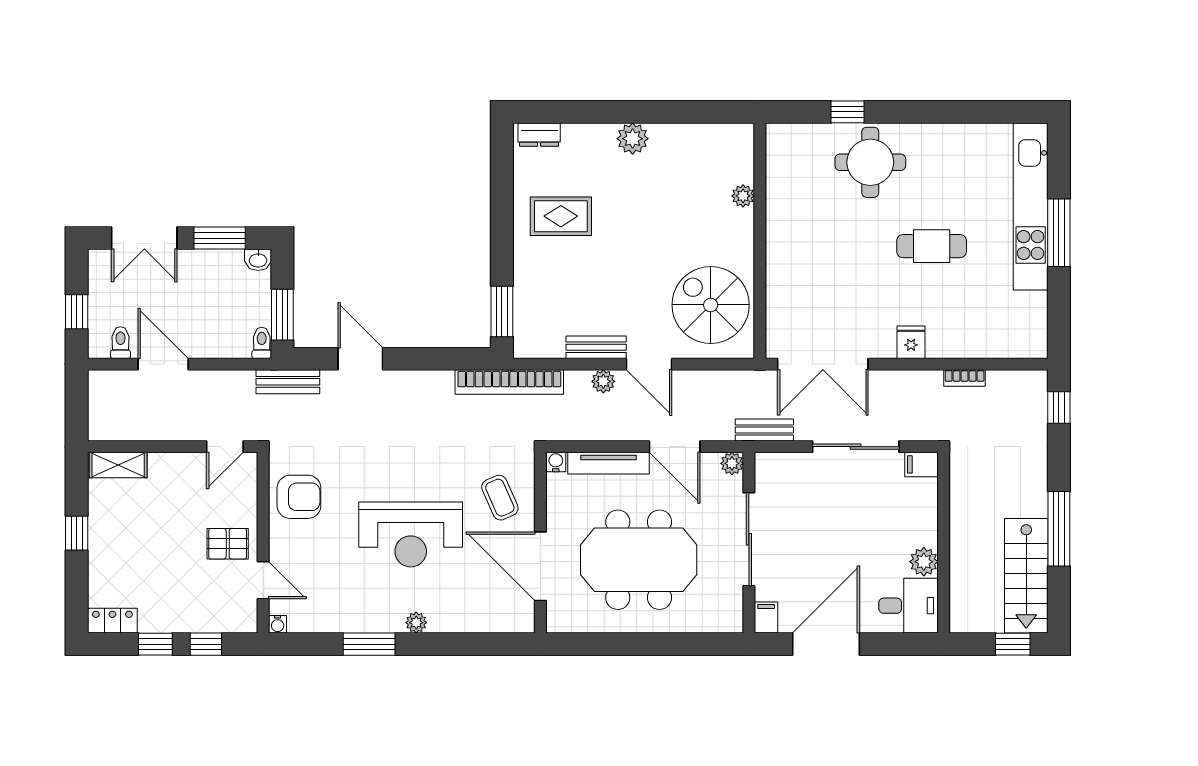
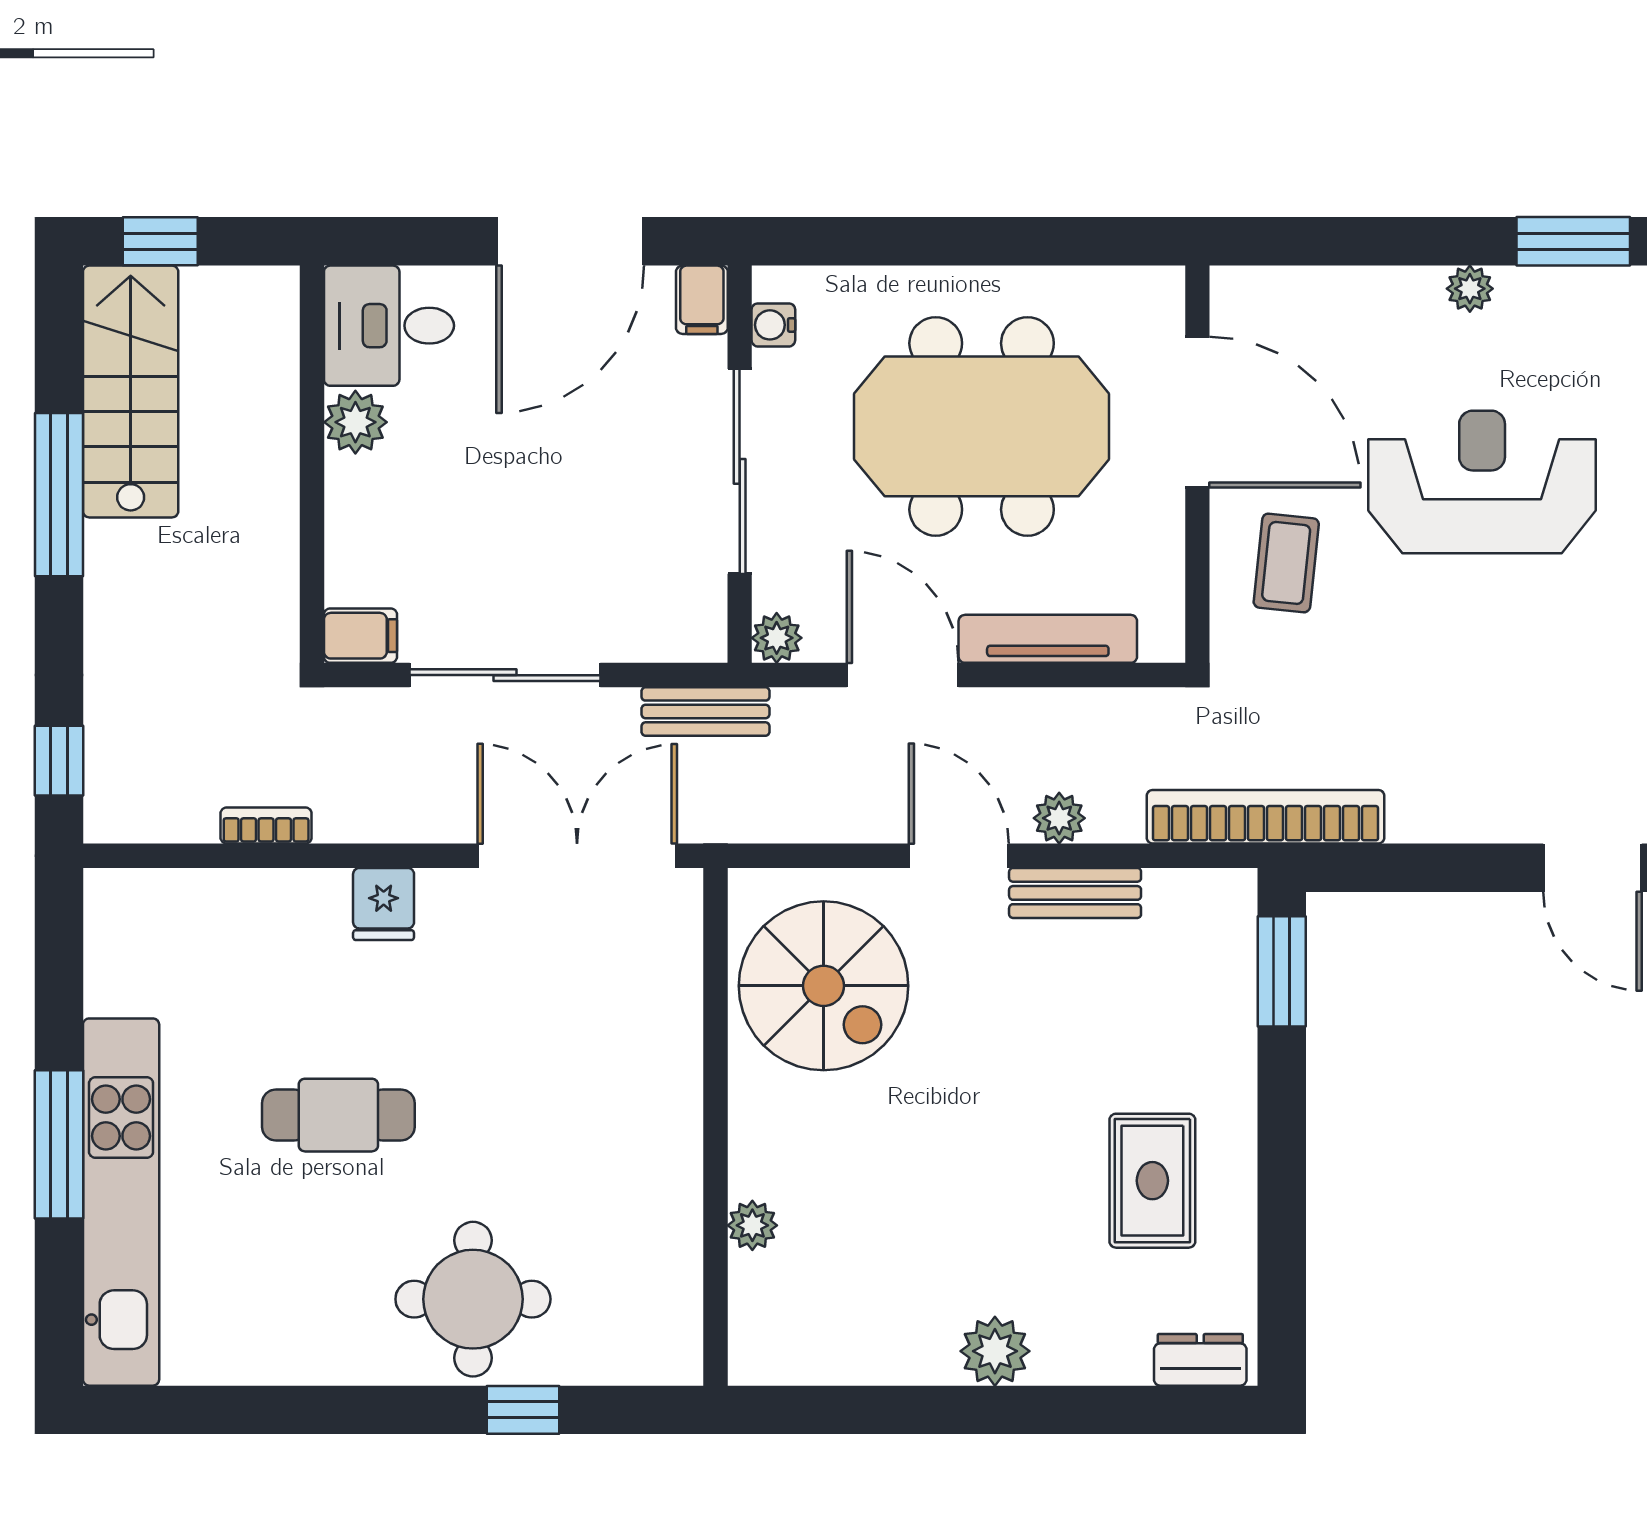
rug: (561, 216) -> (1152, 1181), turned 90
water cooler: (556, 462) -> (773, 325), moved, turned 90
coffee table: (500, 498) -> (1286, 563), turned 30

